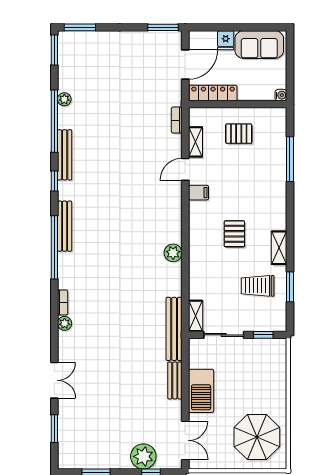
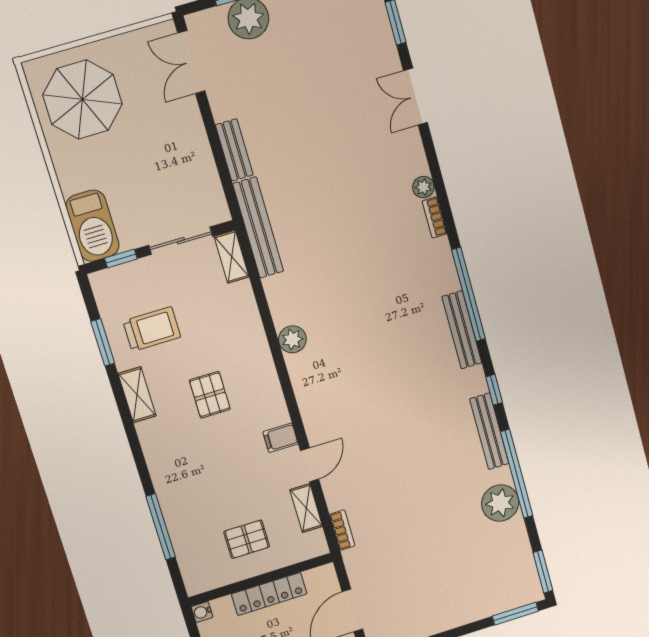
locker: (213, 93) -> (269, 594), moved
plant: (64, 99) -> (500, 503), width x1.88, depth x1.88
barbecue: (201, 391) -> (93, 226), moved, turned 180

